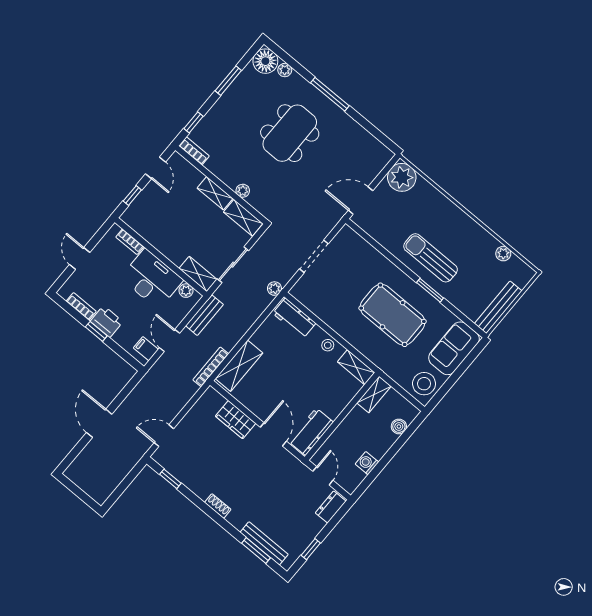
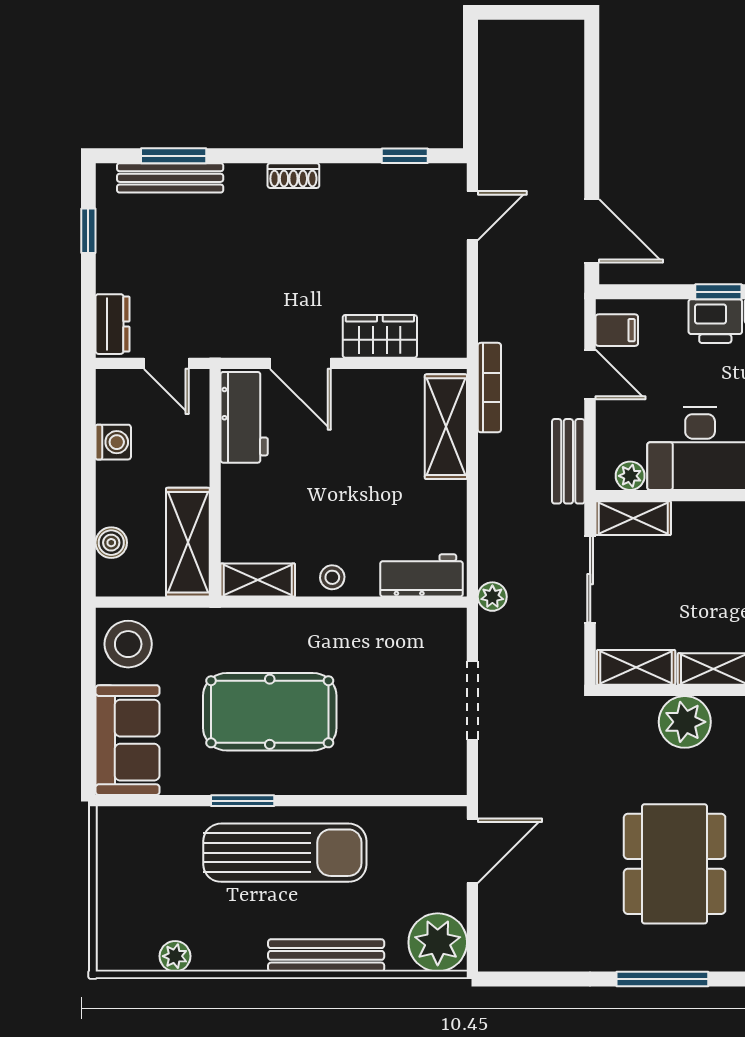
plant: (243, 191) -> (685, 722), width x1.87, depth x1.87
sun lounger: (431, 258) -> (285, 853), width x1.36, depth x1.34
bench: (498, 307) -> (326, 955), moved, turned 90
shelving: (374, 395) -> (188, 542), width x1.50, depth x1.33
door: (99, 423) -> (592, 231), moved

